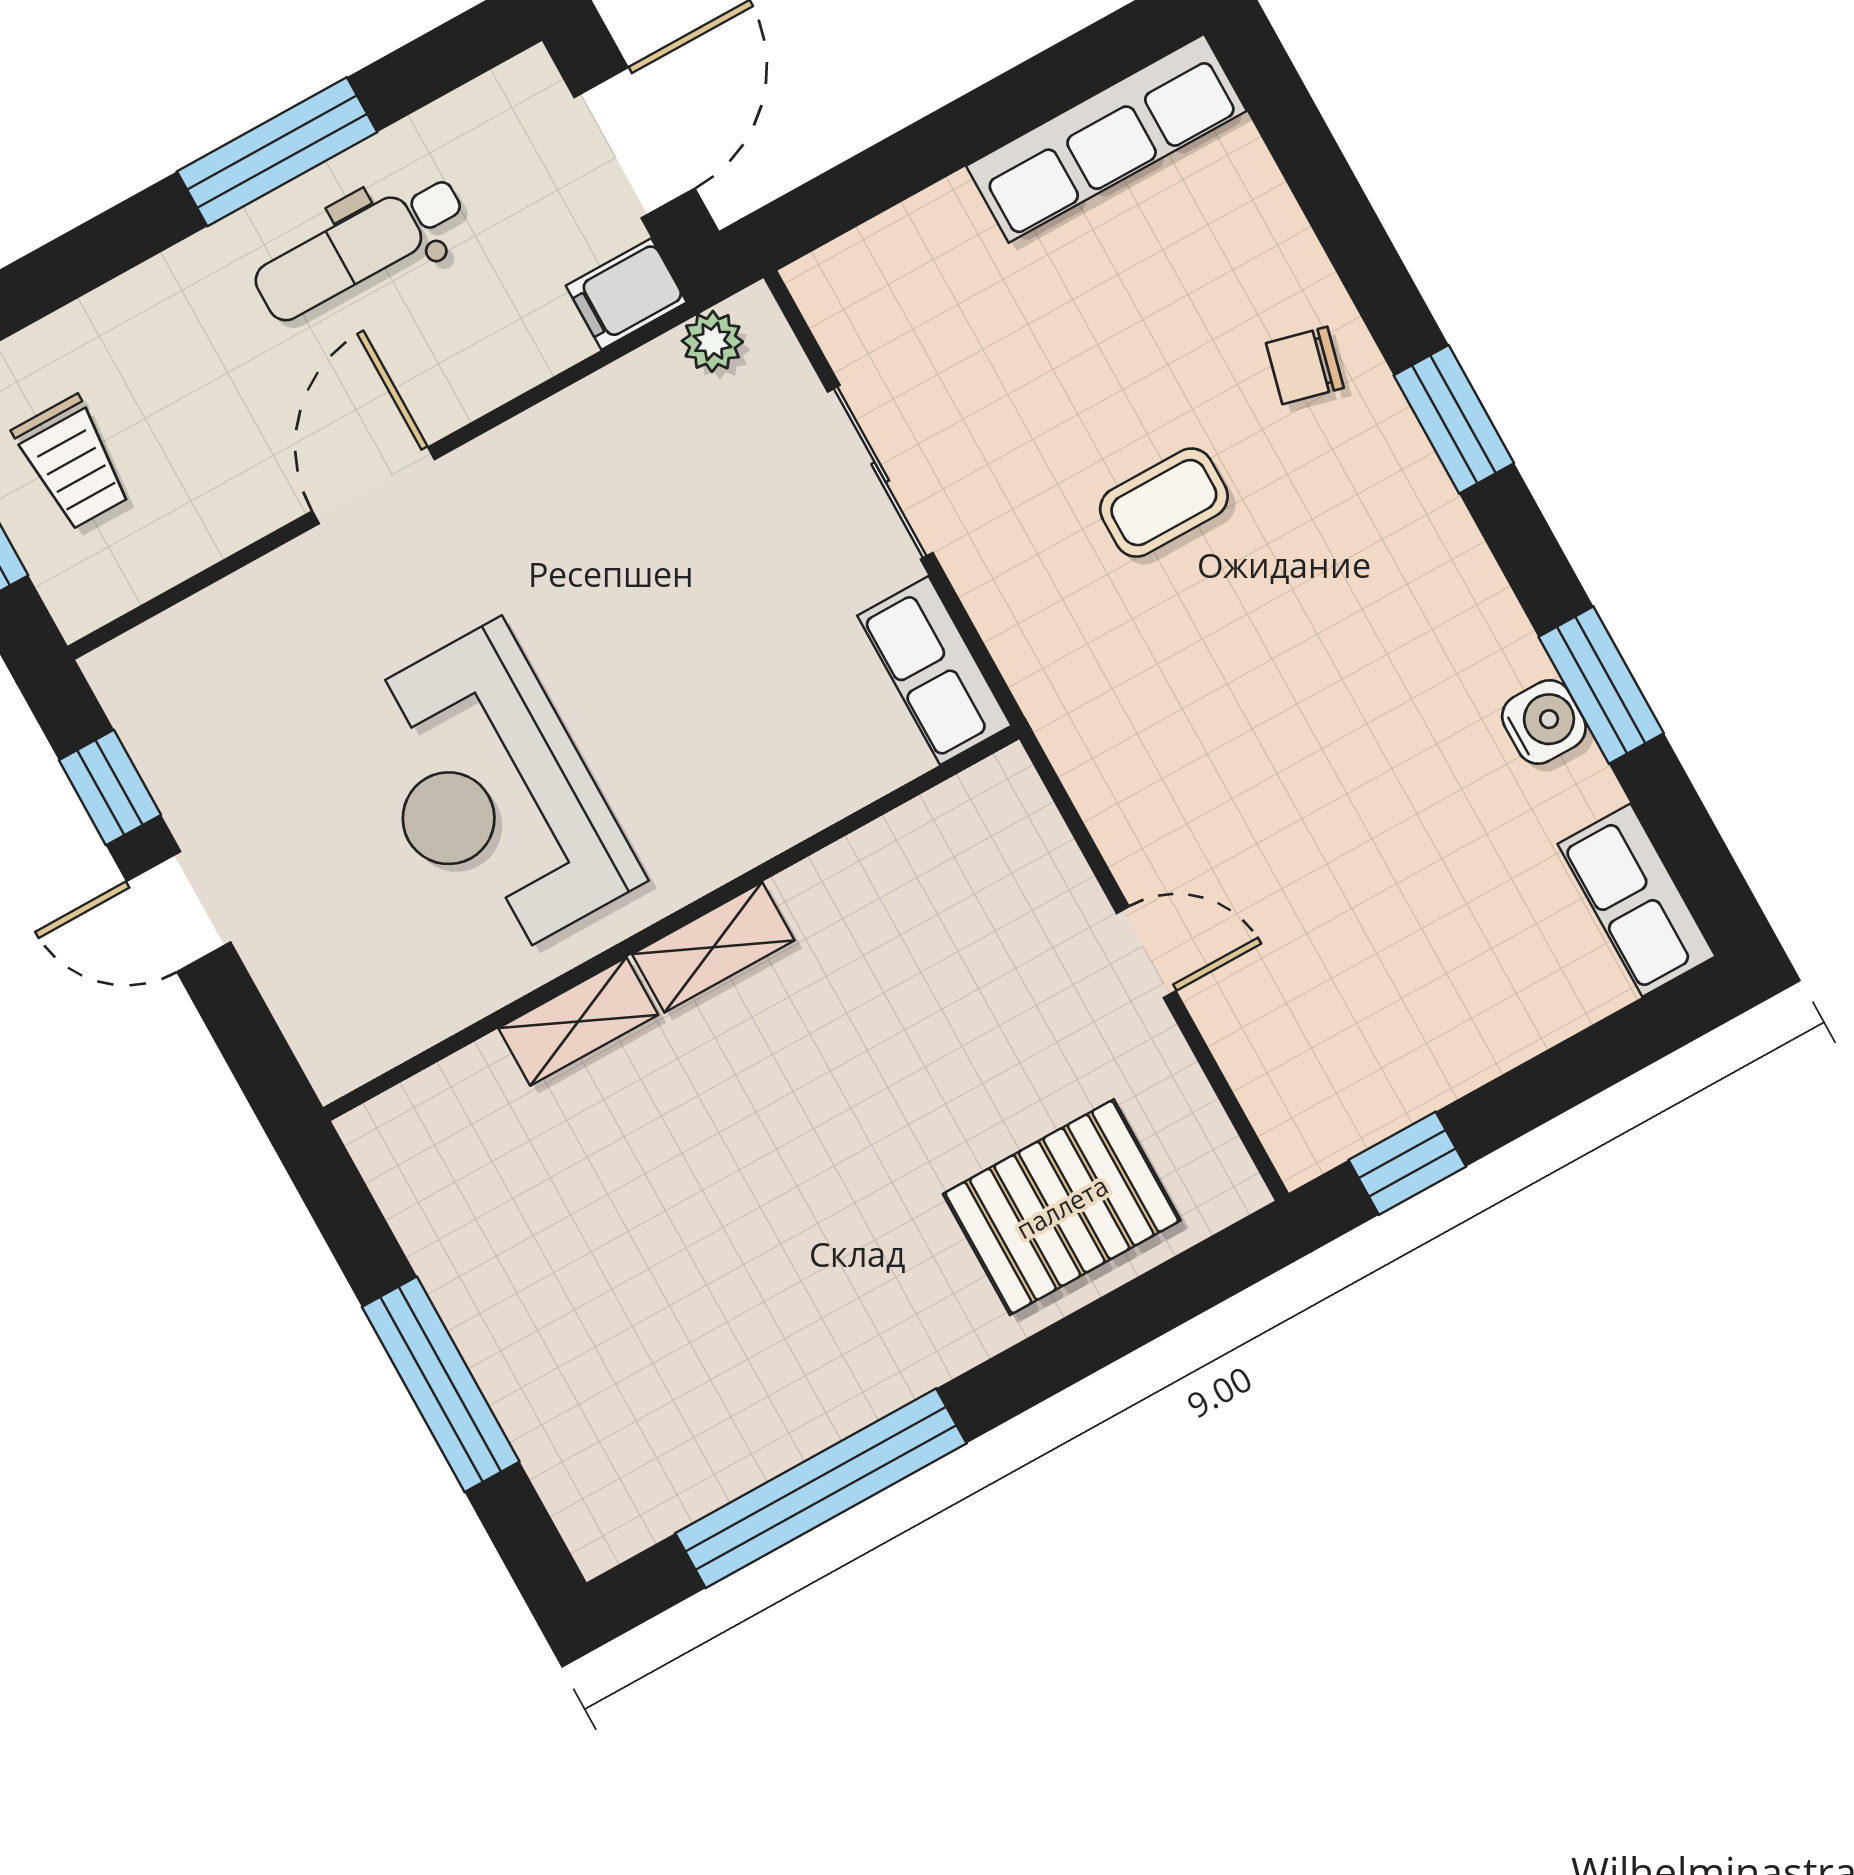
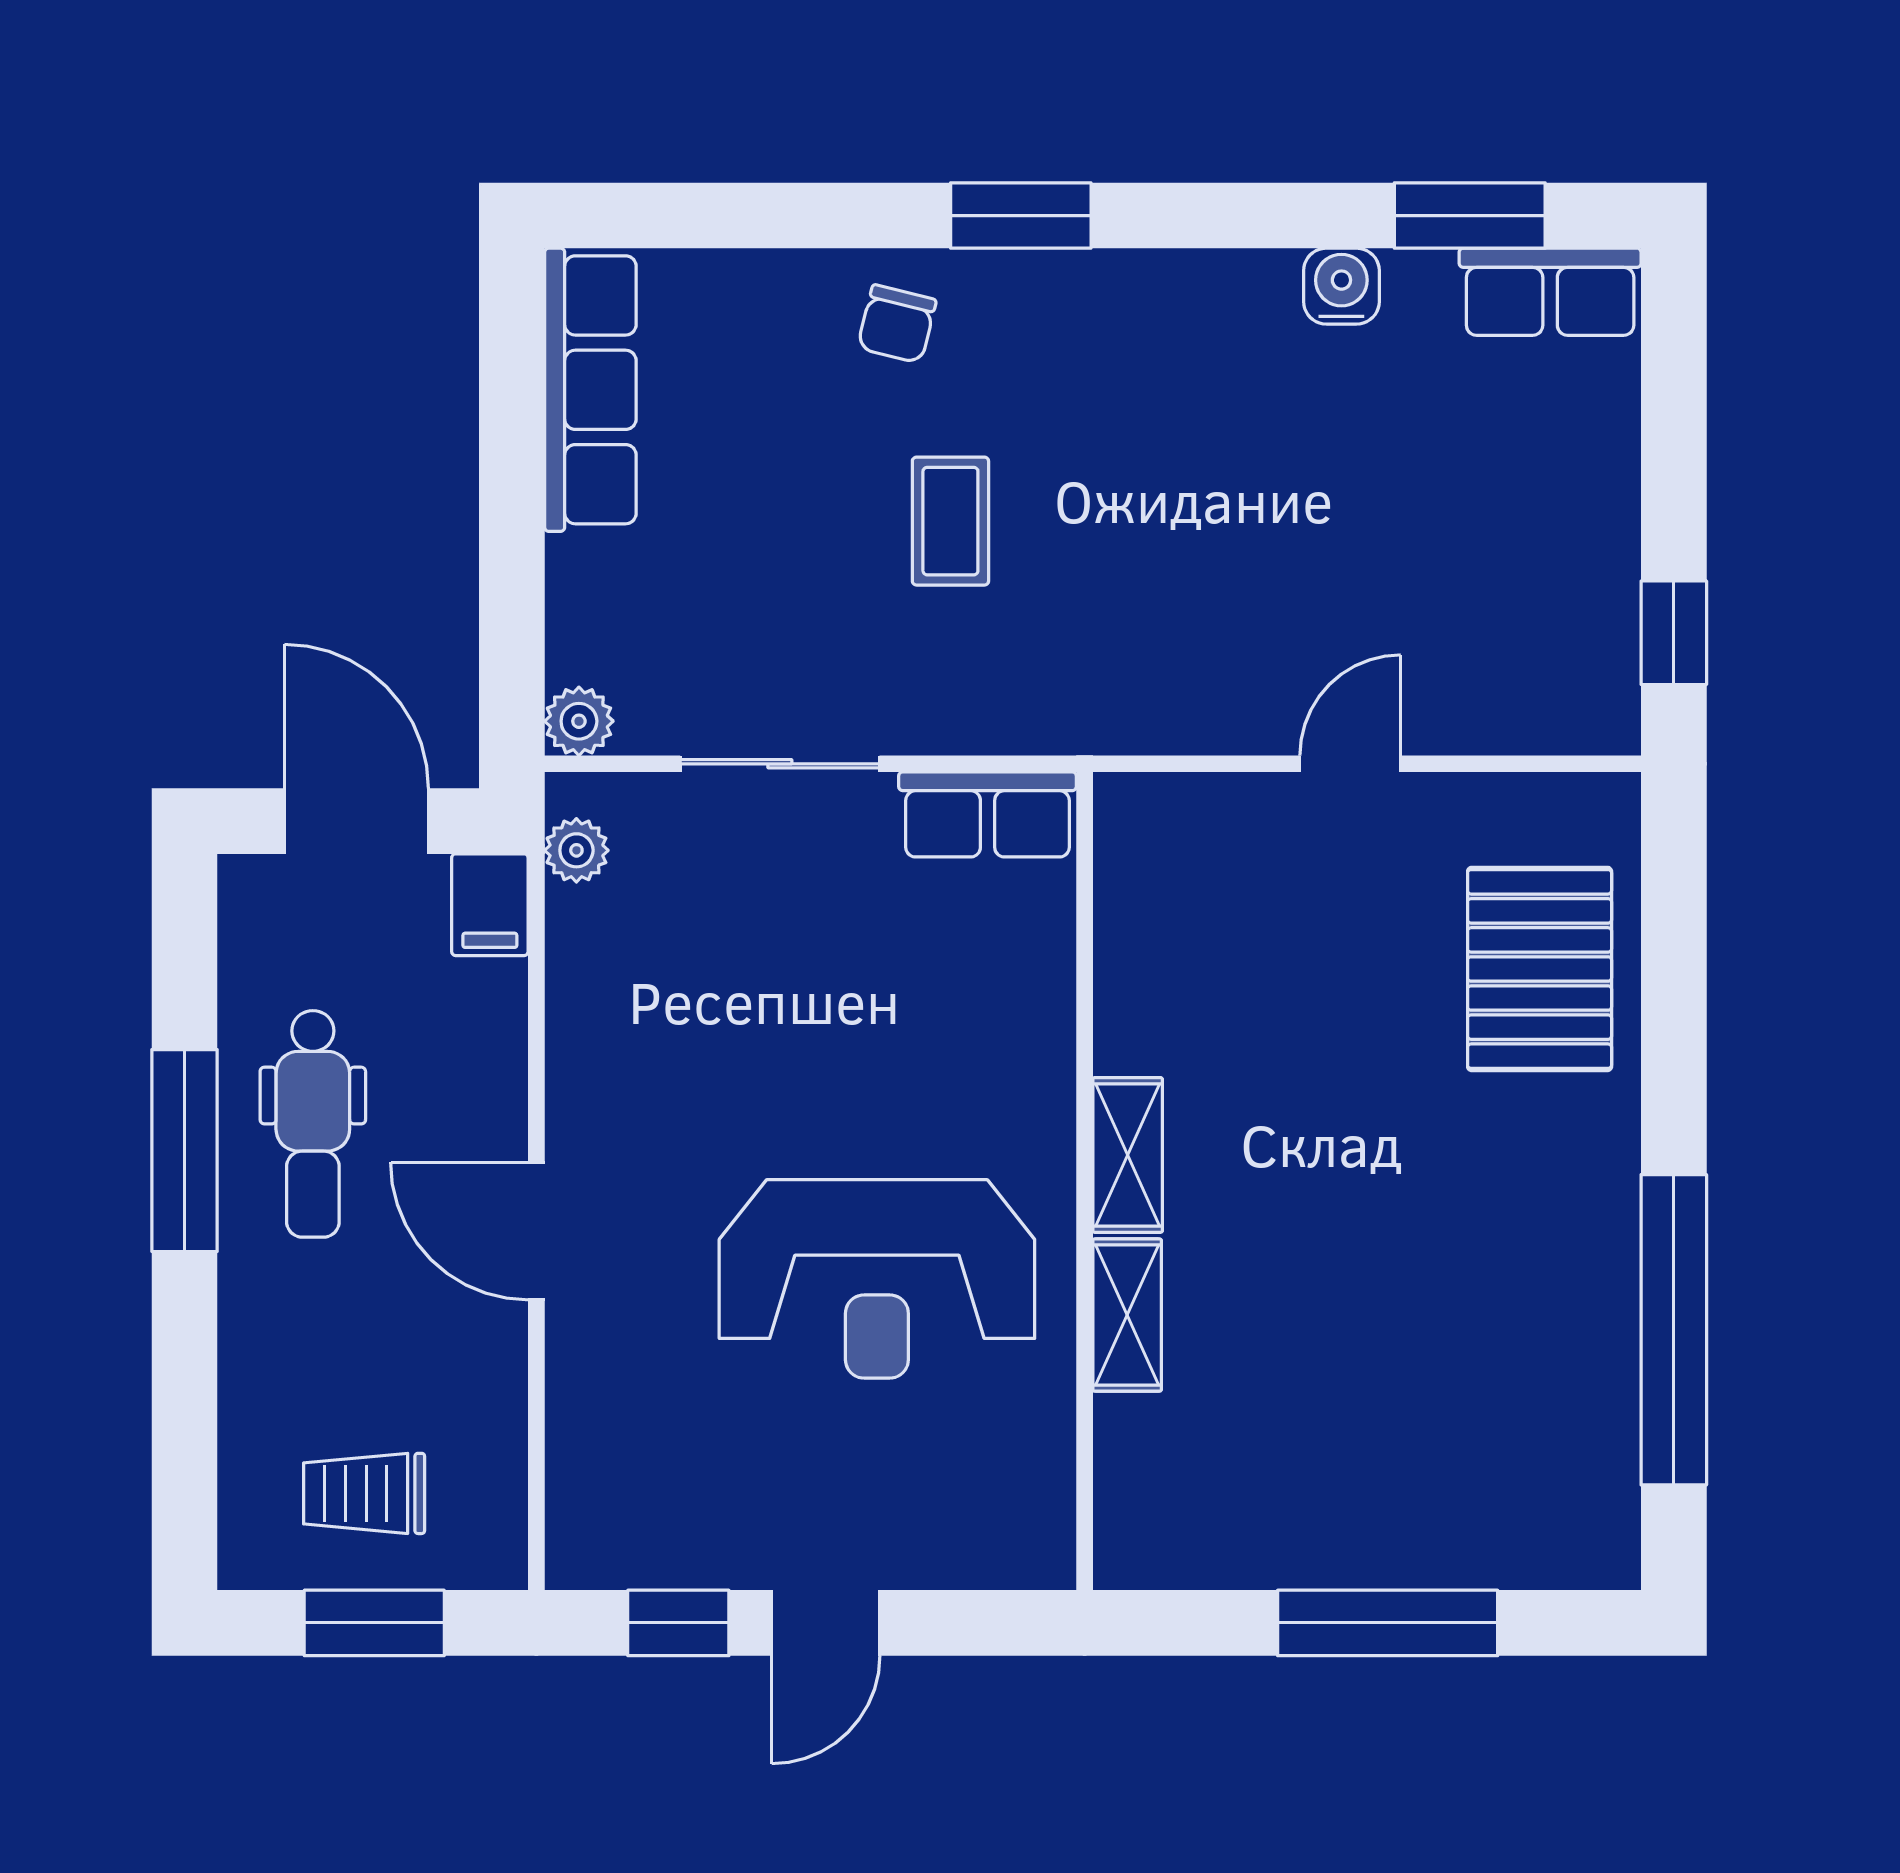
plant: (822, 283) -> (579, 721), added
trolley: (72, 463) -> (364, 1493), turned 180
window: (1601, 685) -> (1470, 216), moved

